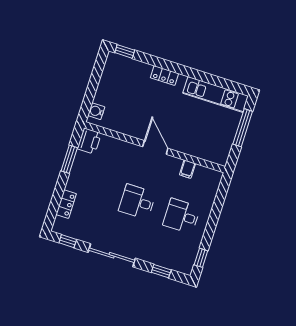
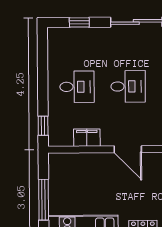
filing cabinet: (187, 169) -> (87, 138), width x2.00
window: (201, 258) -> (43, 126), moved

